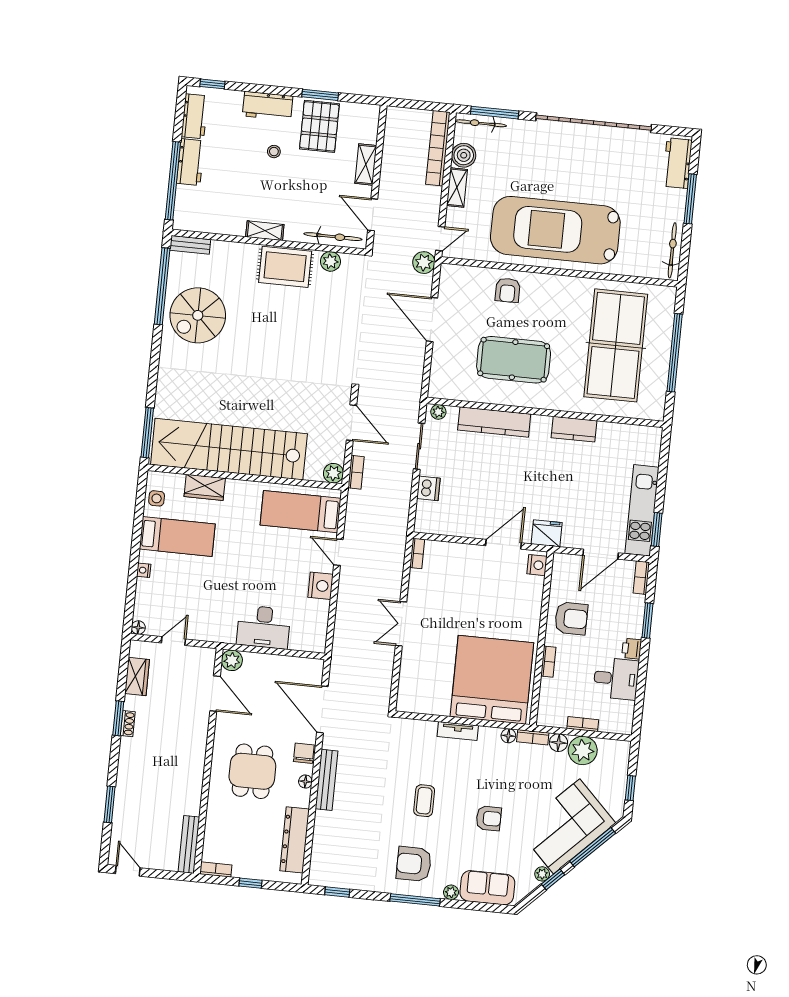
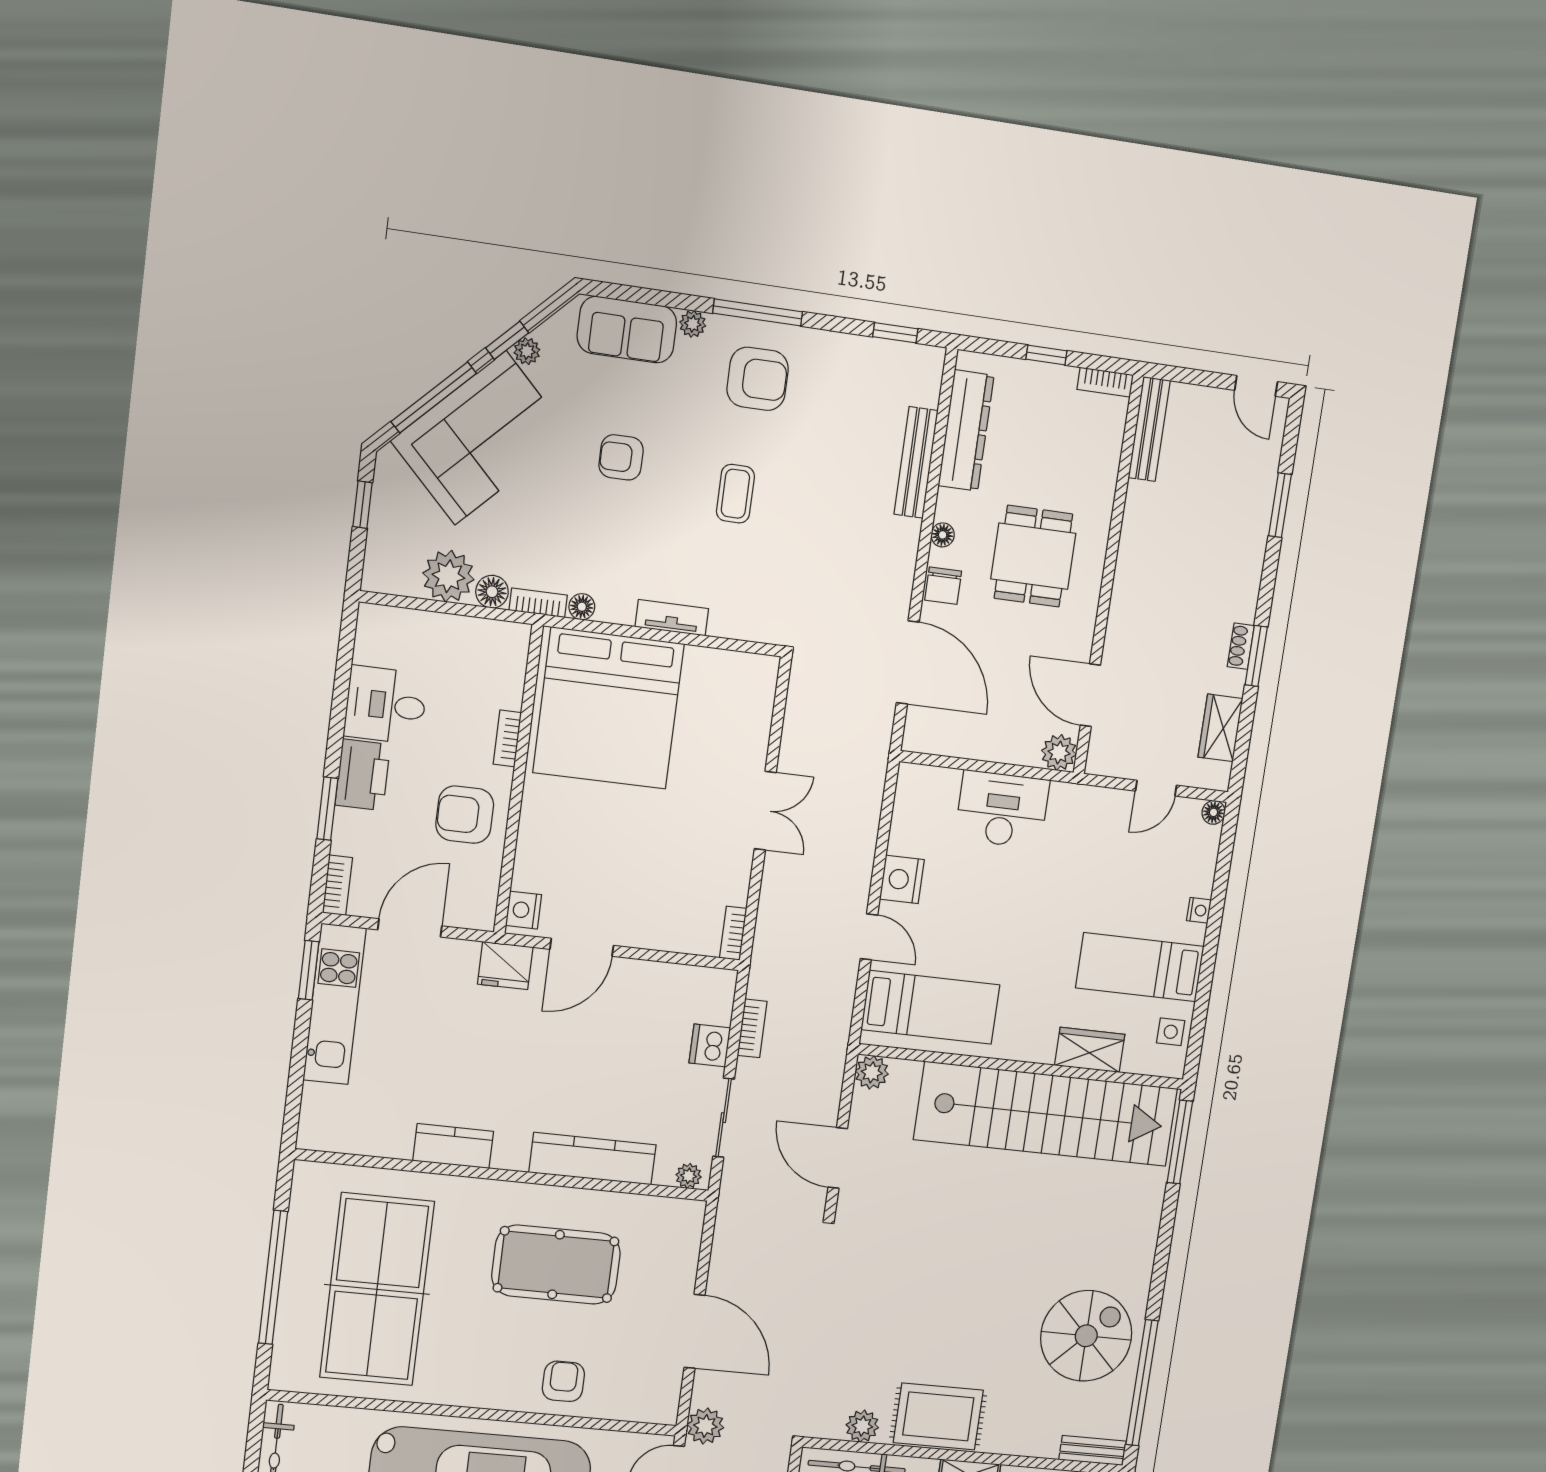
bookcase: (356, 472) -> (752, 1028), moved, turned 180
printer: (632, 649) -> (363, 775), width x1.87, depth x1.48
bookcase: (583, 724) -> (447, 624), removed
bench: (327, 780) -> (916, 462), moved

